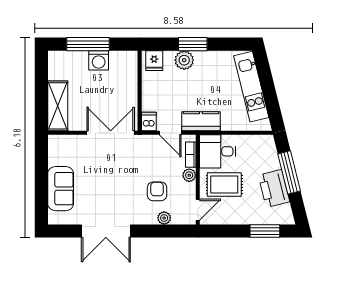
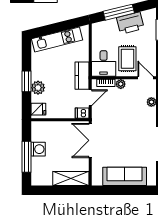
sofa: (61, 189) -> (125, 176), width x1.36
armchair: (157, 191) -> (132, 107), removed

